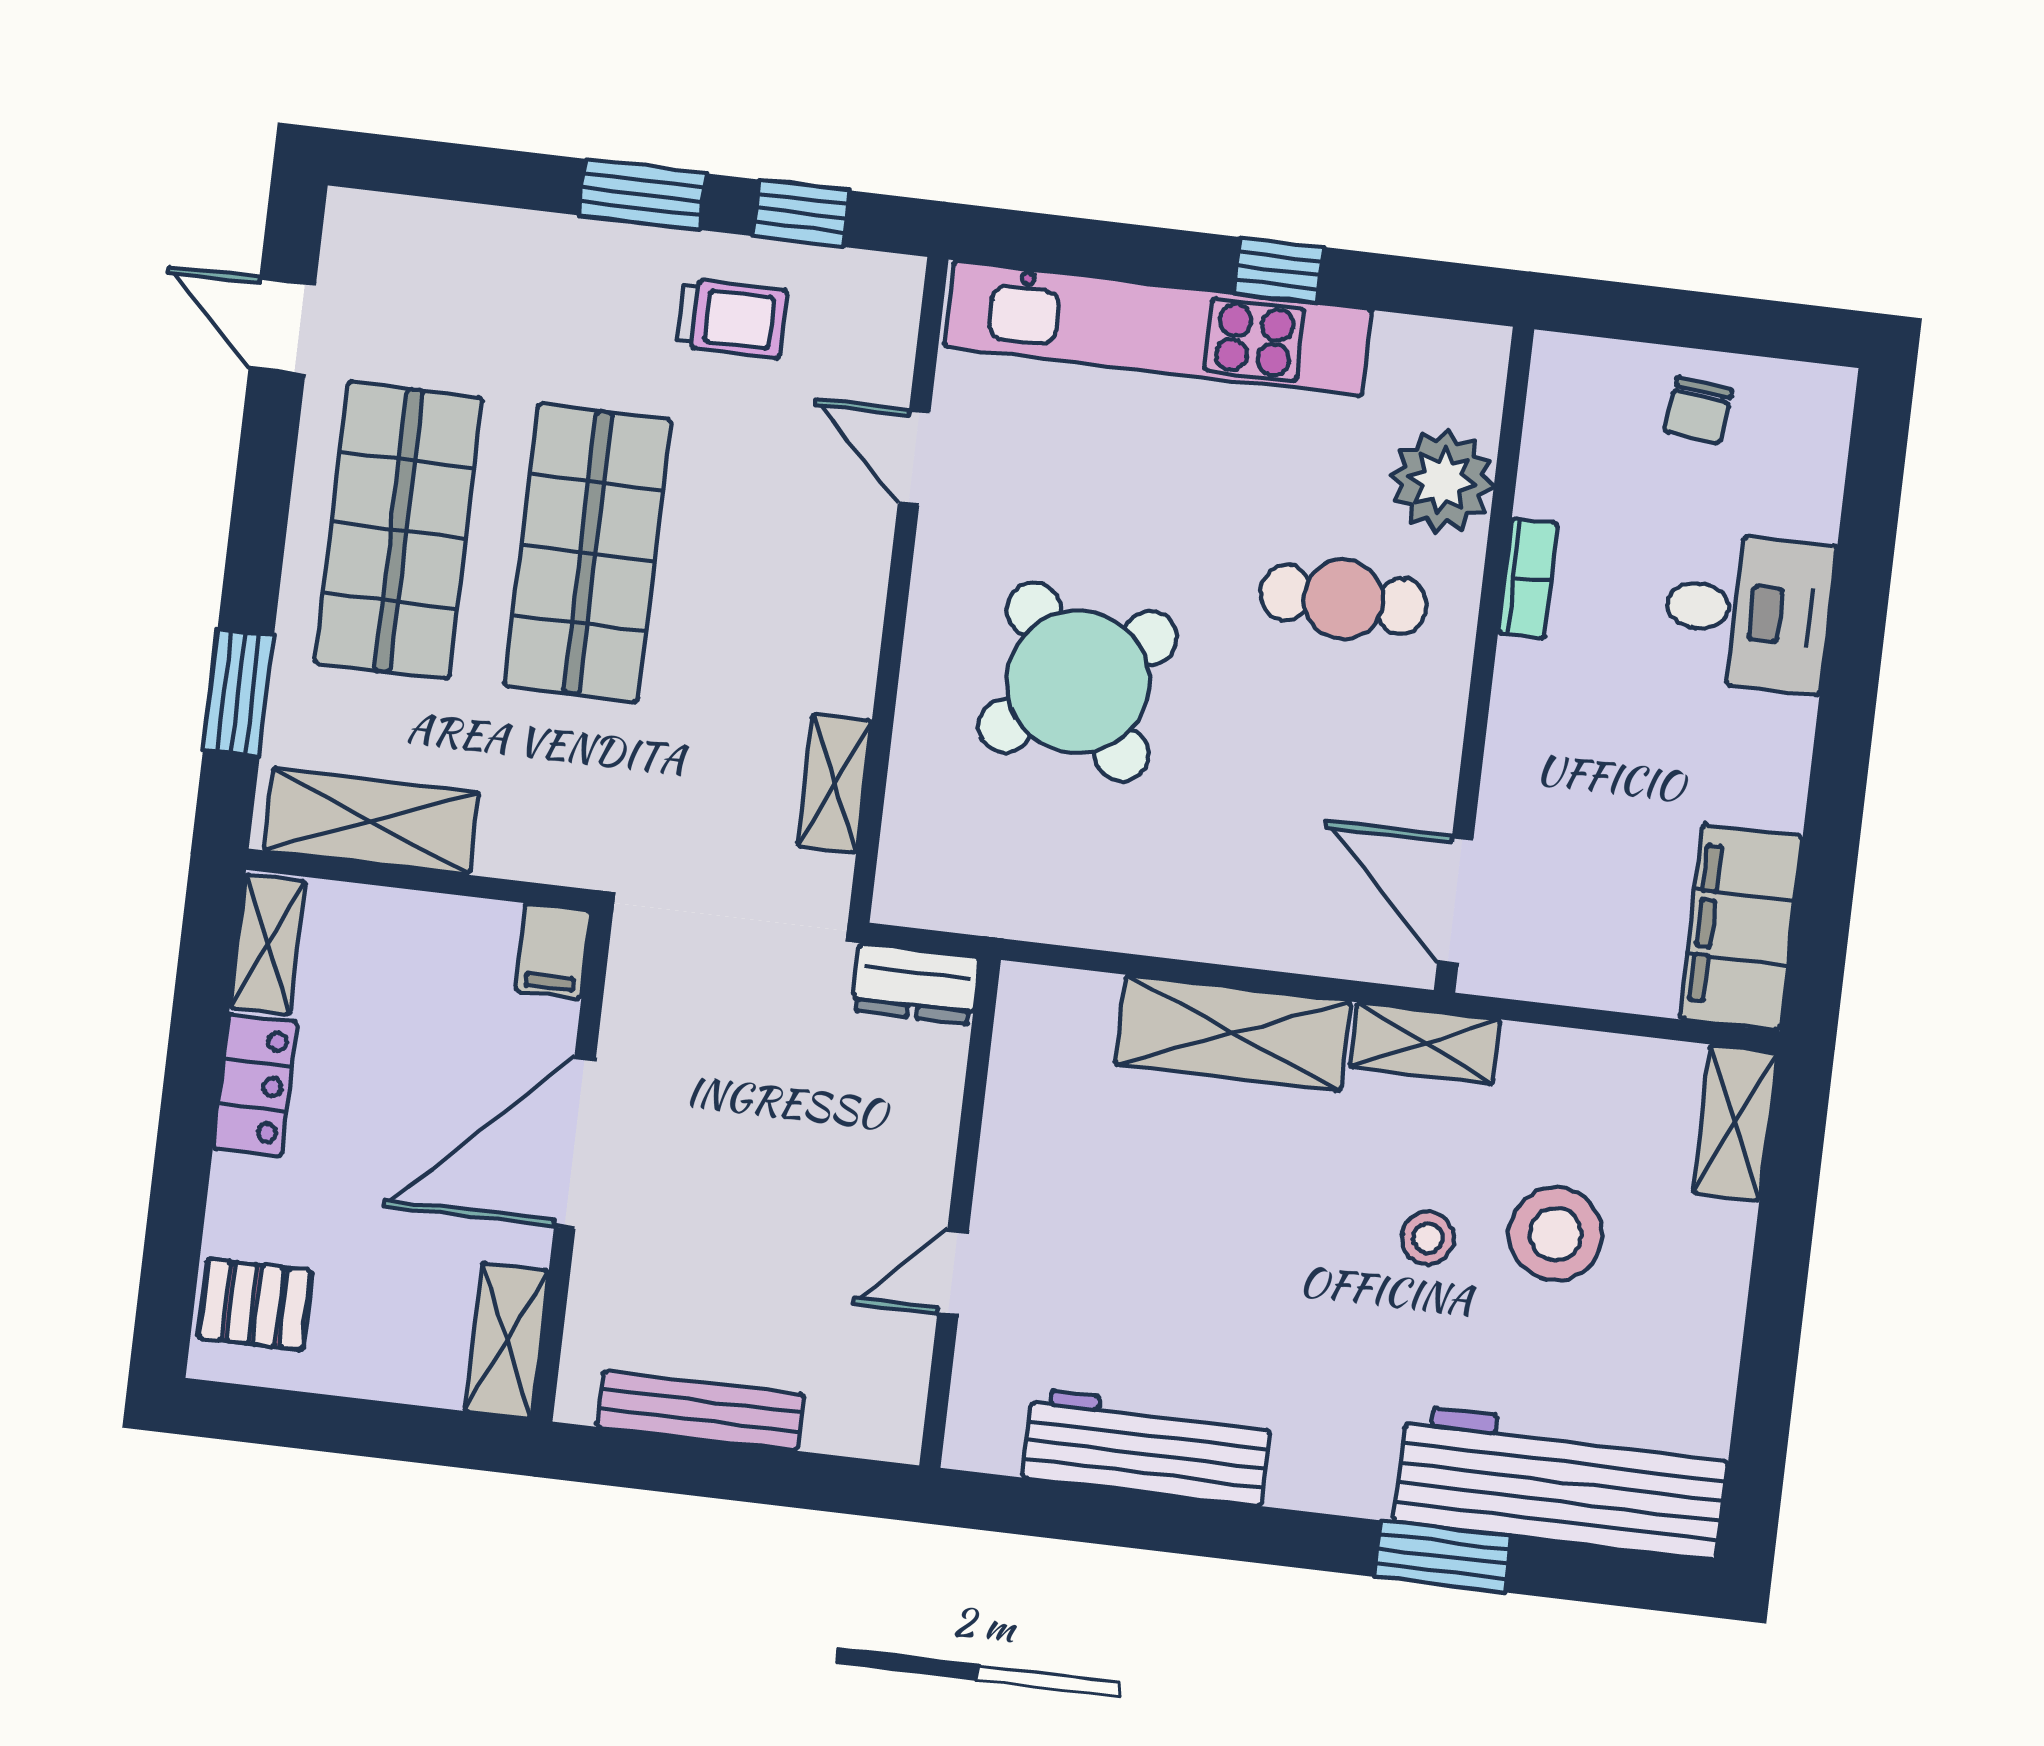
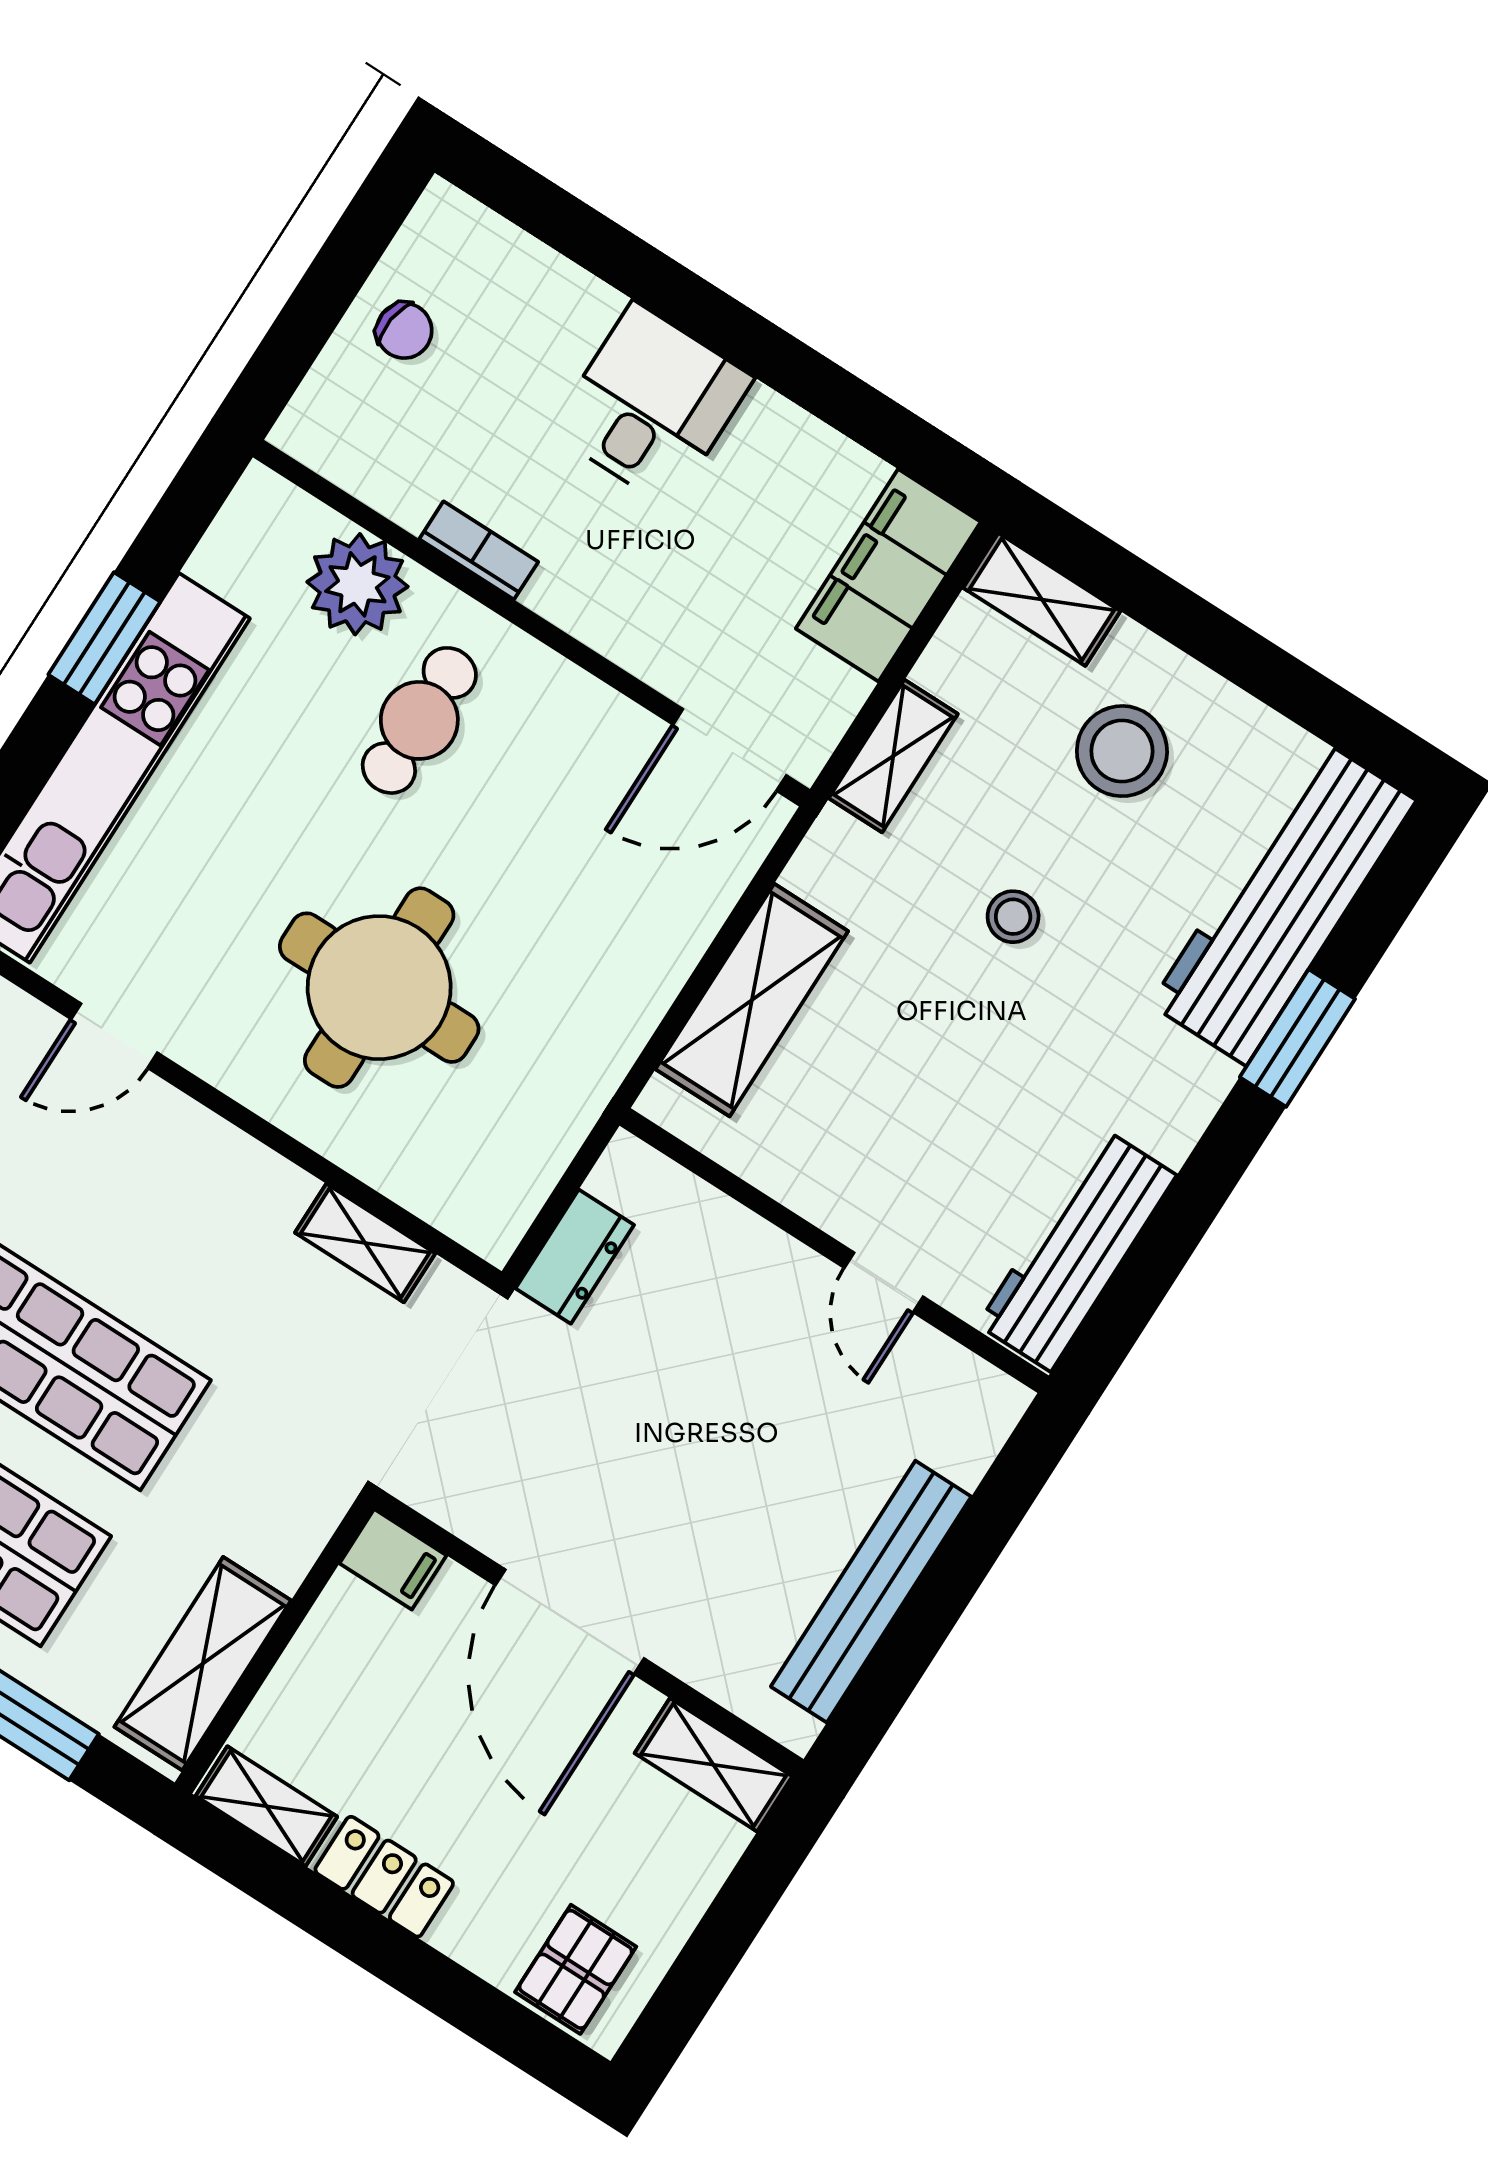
window: (1278, 270) -> (104, 638), width x1.50
desk: (1748, 612) -> (652, 405), moved
round table: (1078, 682) -> (379, 988), turned 38
filing cabinet: (1741, 927) -> (888, 575), moved, turned 90
shelving: (1425, 1043) -> (893, 756), moved
wall: (960, 1213) -> (834, 1251), moved
stool: (1556, 1234) -> (1122, 751), moved
door: (953, 1273) -> (884, 1282), moved
bench: (700, 1411) -> (871, 1592), width x1.37, depth x1.21

